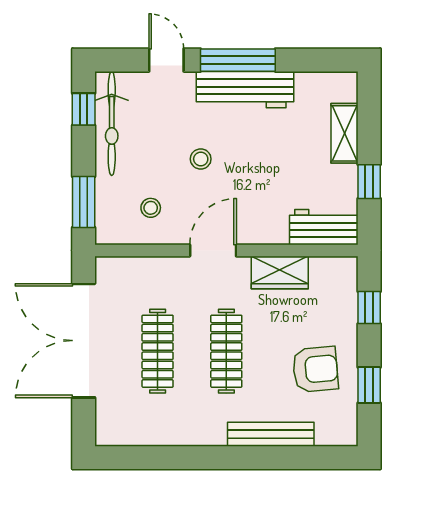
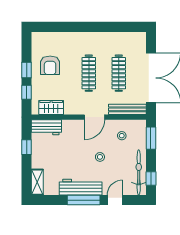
door: (166, 60) -> (115, 200), swing flipped
shelving: (344, 133) -> (37, 182), moved
wardrobe: (280, 272) -> (51, 107), moved
armchair: (315, 369) -> (50, 65), turned -85
window: (369, 385) -> (27, 70), moved
bench: (271, 434) -> (127, 109), moved

